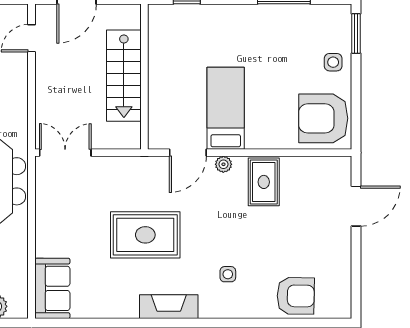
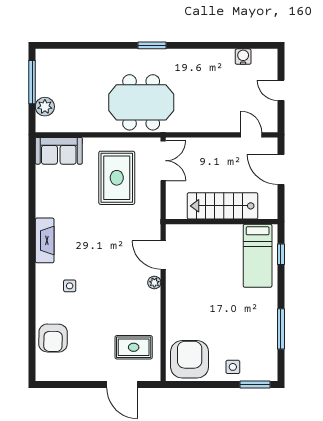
bed: (226, 108) -> (258, 256), moved, turned 90
rug: (264, 182) -> (134, 347), moved
rug: (145, 235) -> (117, 178), moved

